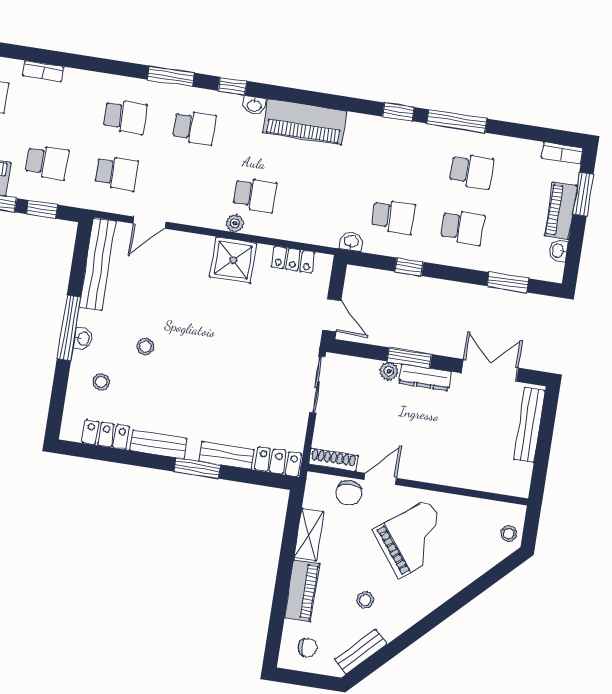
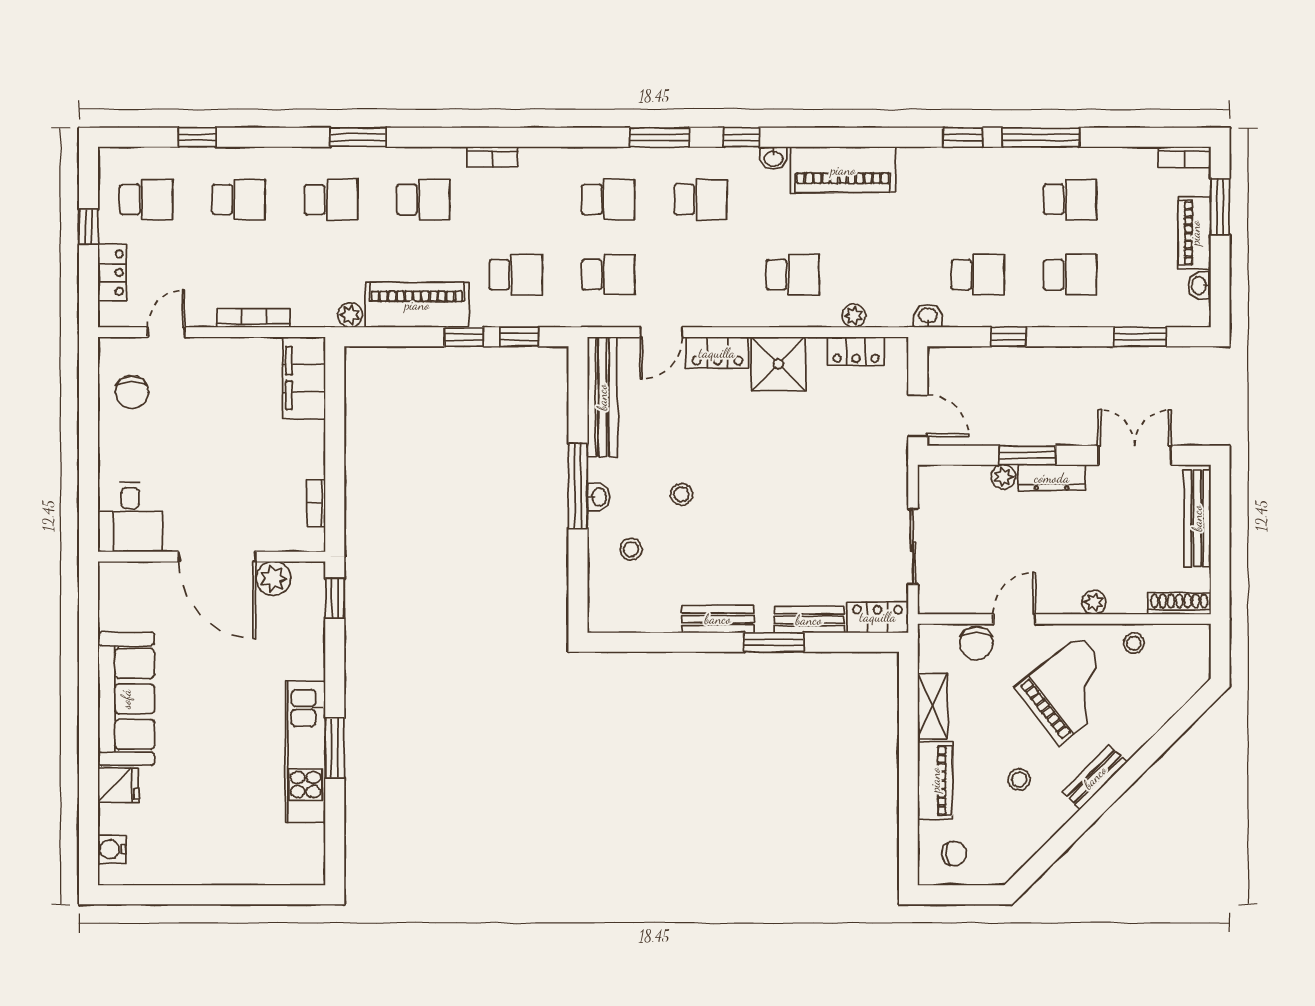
plant: (235, 223) -> (854, 316), moved
sliding door: (317, 385) -> (913, 546), moved
locker: (106, 435) -> (717, 353), moved, turned 180
shoe rack: (333, 460) -> (1179, 604), moved
plant: (442, 476) -> (1094, 602), added
stool: (509, 533) -> (1134, 643), moved
bench: (361, 652) -> (1095, 777), moved

